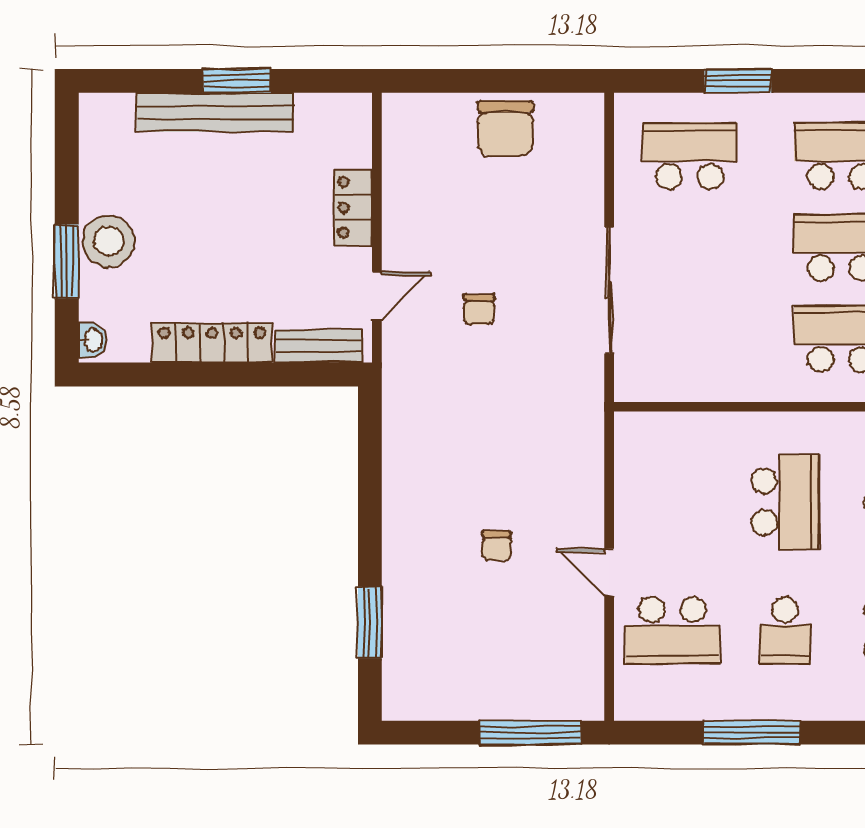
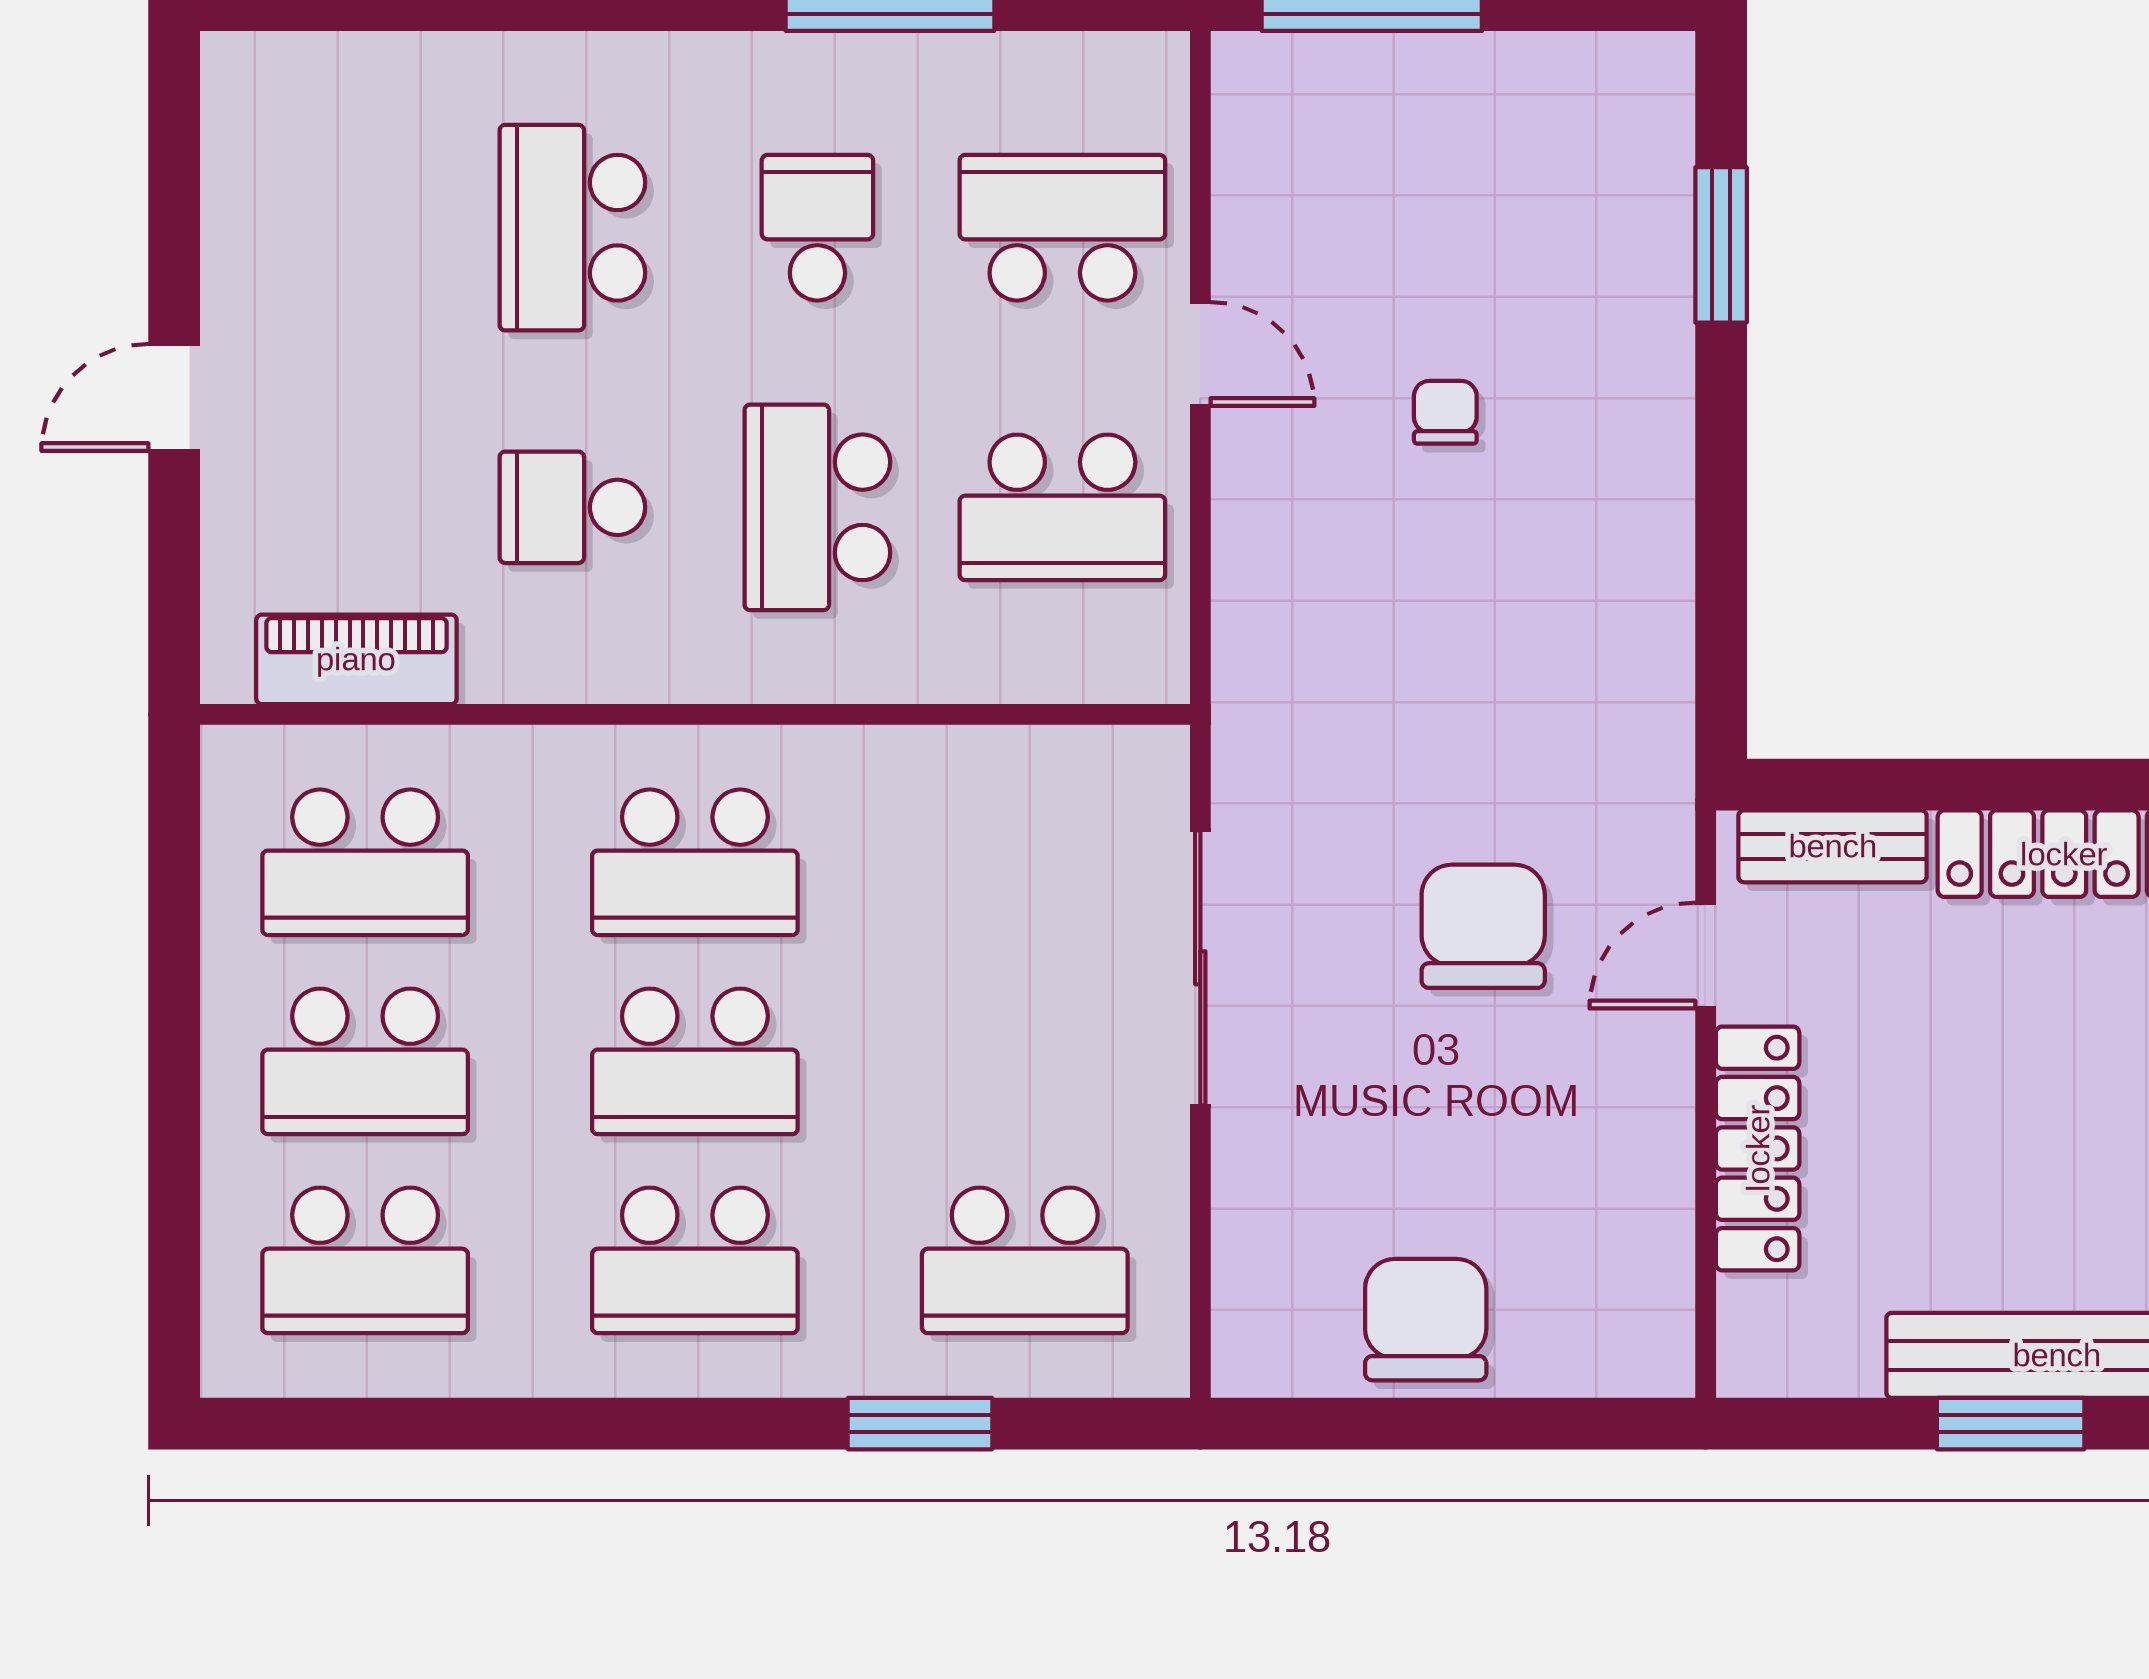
locker: (353, 207) -> (1758, 1148), width x1.53
chair: (479, 309) -> (1483, 926), width x1.87, depth x1.87
school desk: (672, 502) -> (1062, 507), added

